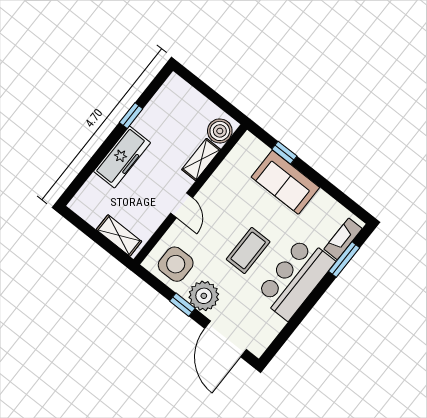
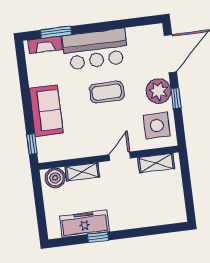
window: (284, 153) -> (32, 144), moved
freezer: (122, 157) -> (85, 224), moved
shelving: (119, 235) -> (156, 163), moved, turned 90

